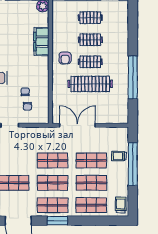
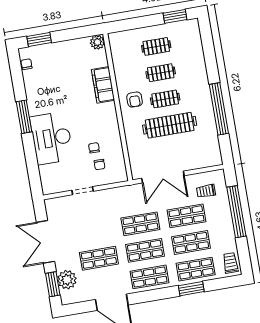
double door: (77, 125) -> (163, 177), swing flipped
trolley: (119, 156) -> (206, 191), moved
window: (57, 221) -> (191, 289), moved

